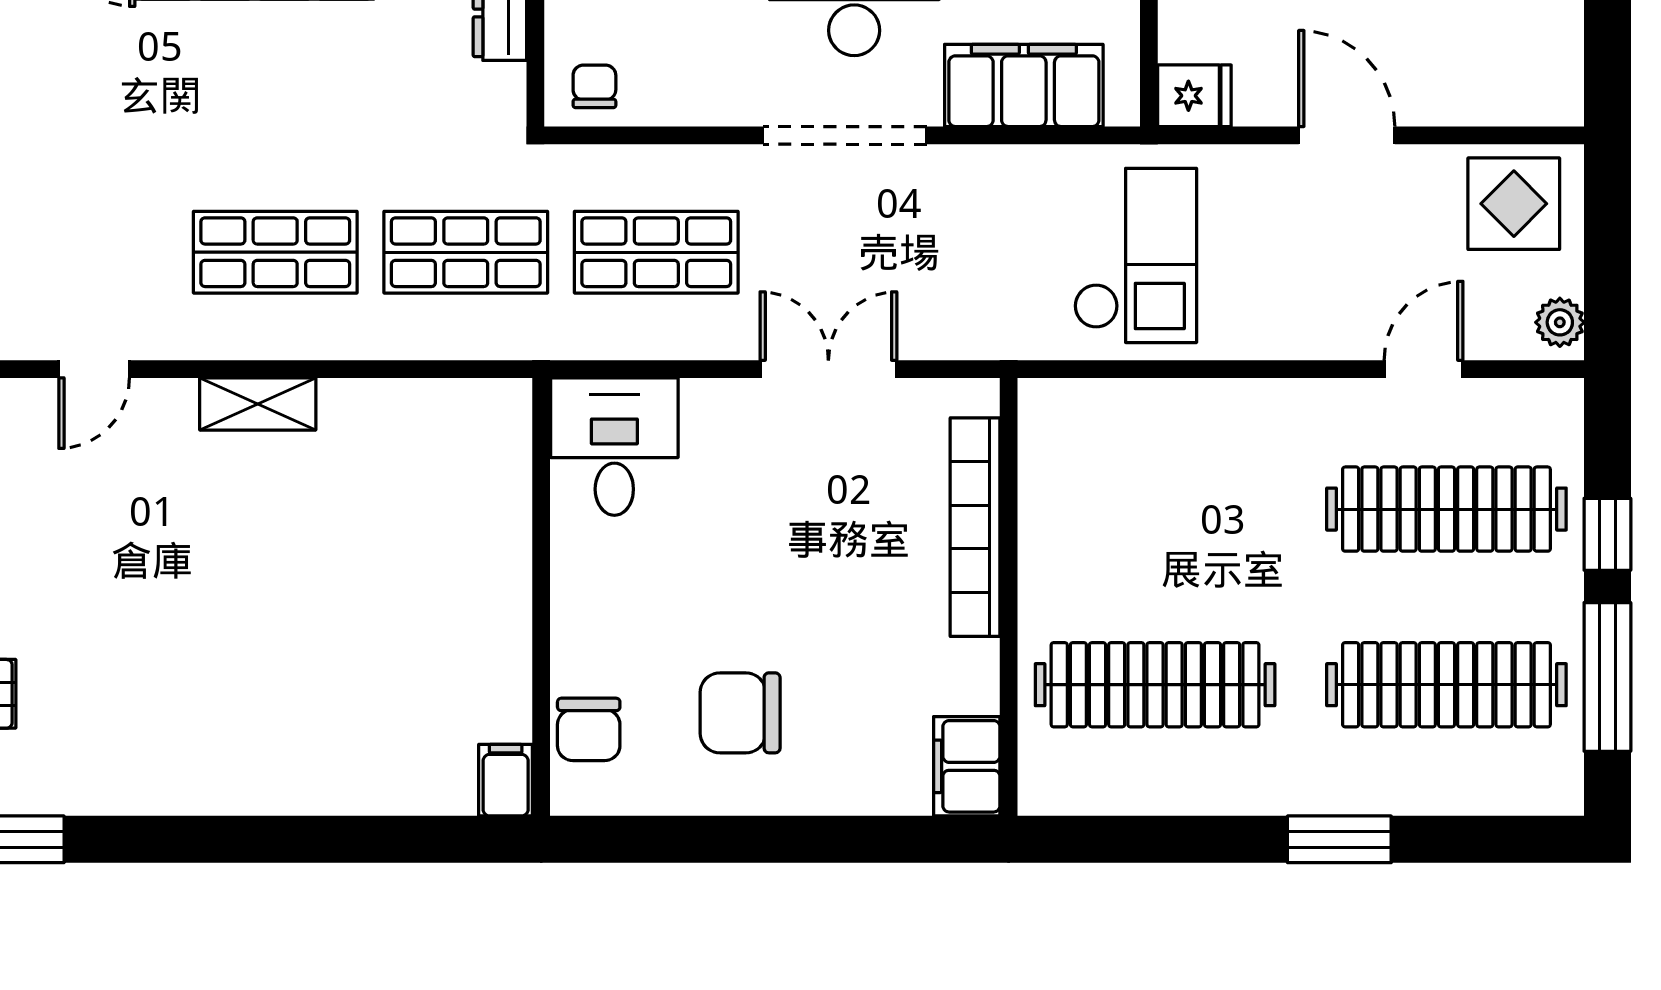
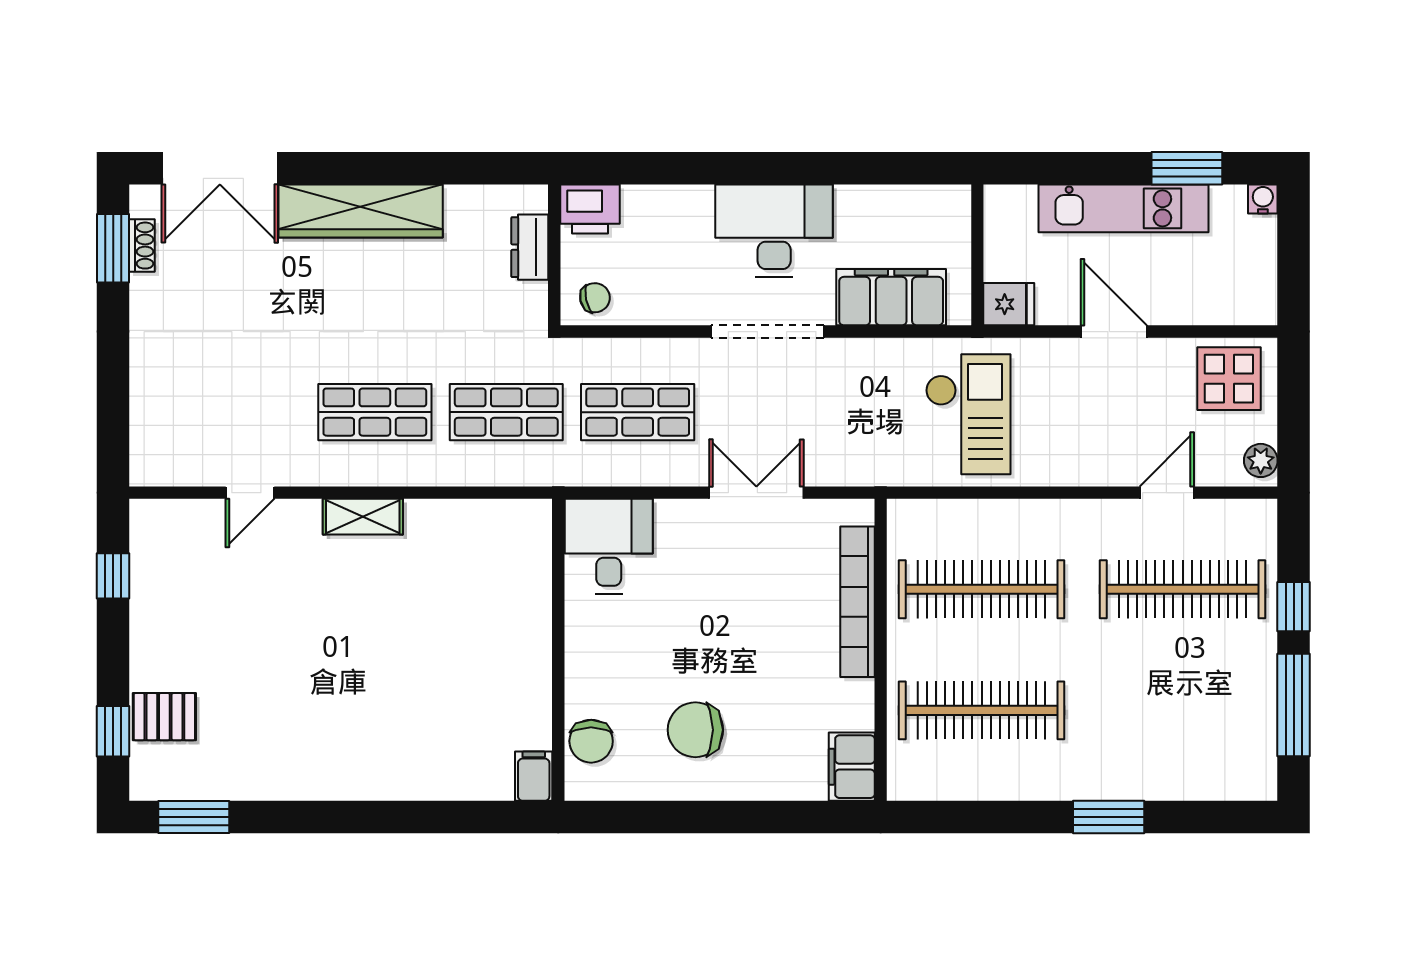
chair: (594, 86) -> (595, 298), turned 78
clothes rail: (1446, 685) -> (982, 589), moved

